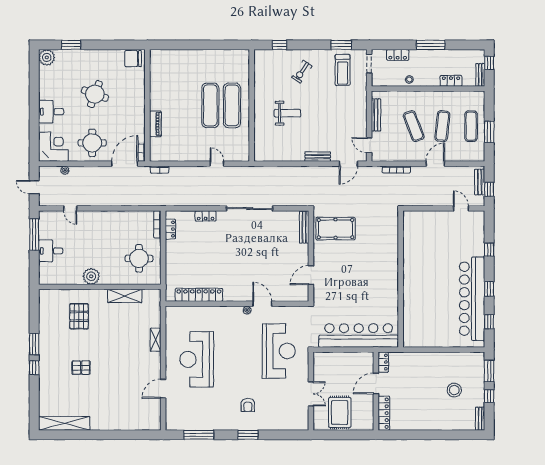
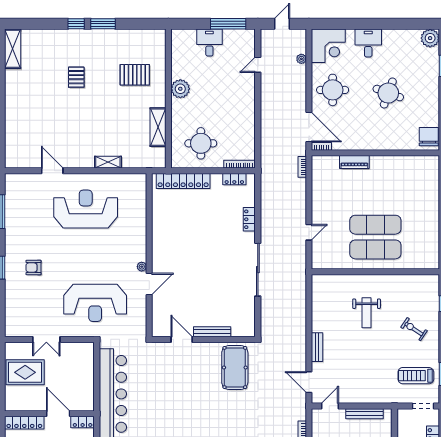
bench: (304, 227) -> (212, 332), moved
locker: (199, 295) -> (183, 181), moved, turned 90
shelving: (64, 423) -> (13, 49), width x0.68

